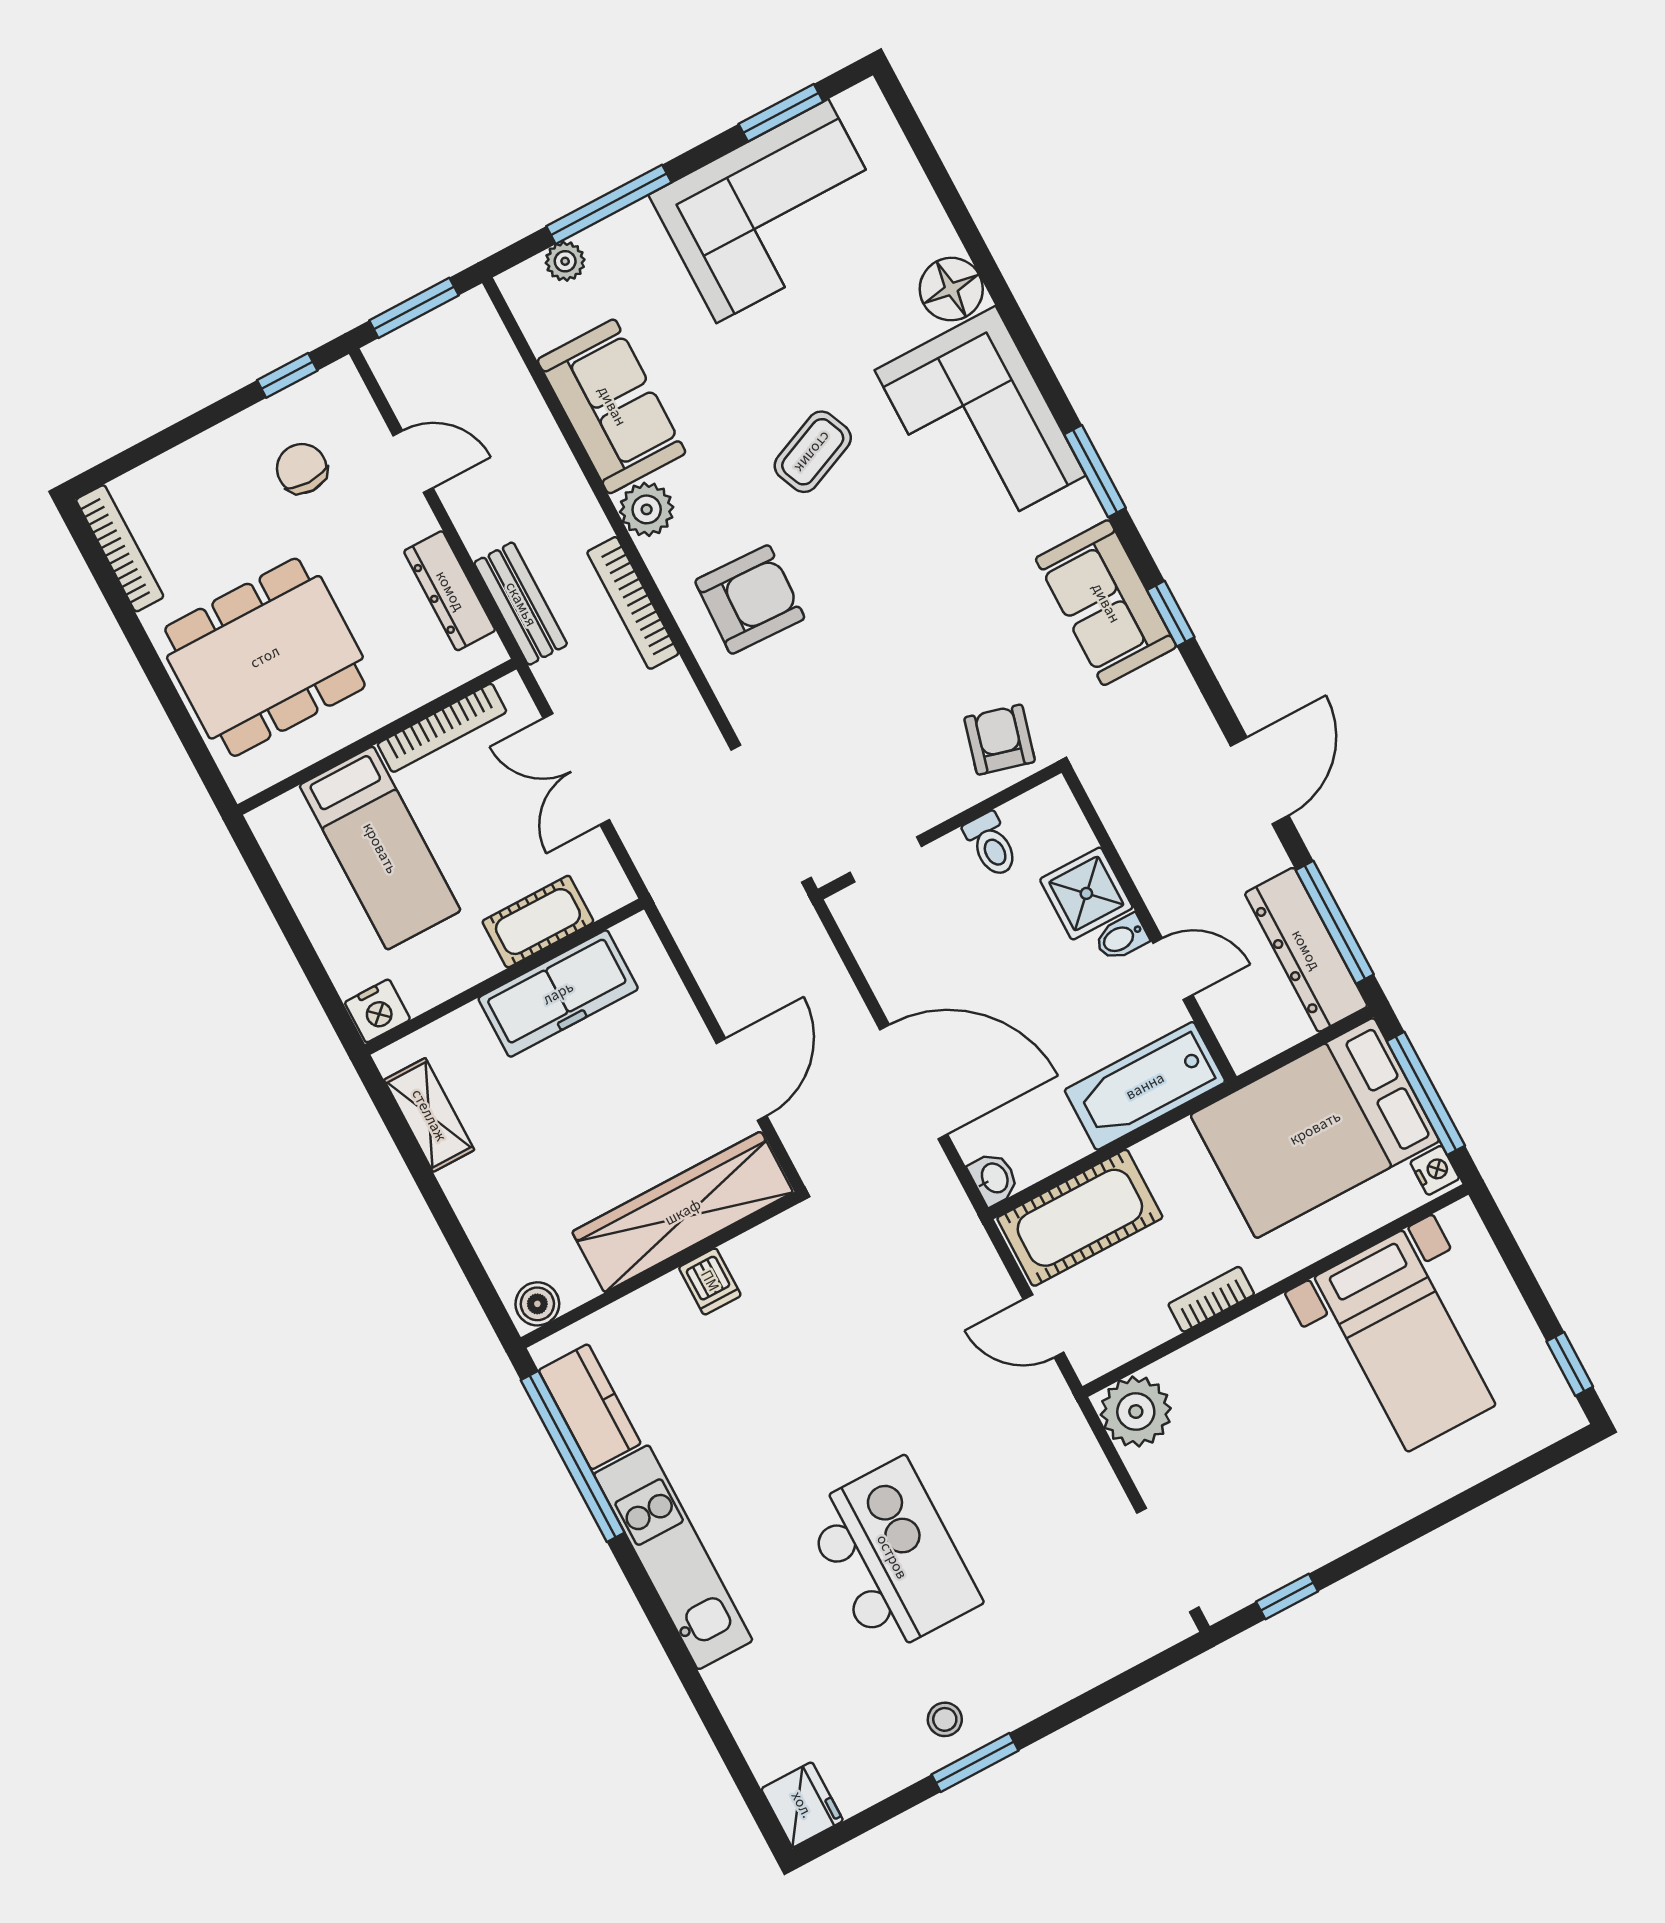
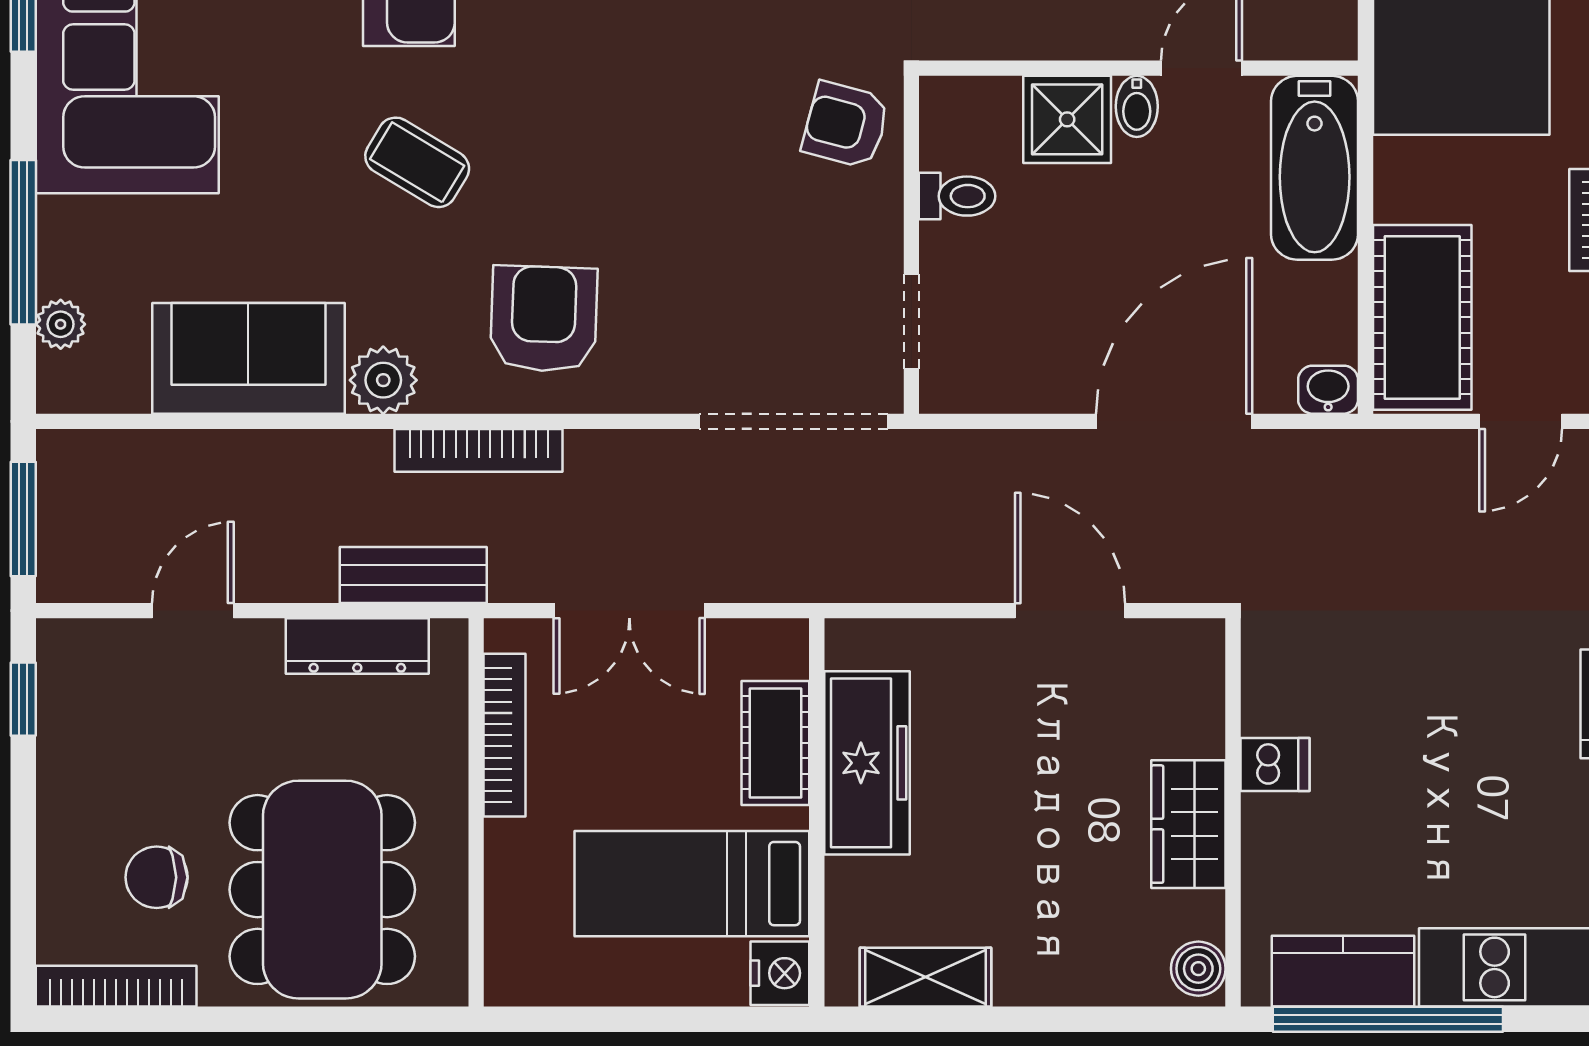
coffee table: (813, 452) -> (417, 162), turned -36
chair: (302, 469) -> (157, 877), moved
bed: (380, 848) -> (692, 884), moved, turned 180
wardrobe: (683, 1212) -> (1188, 824), width x0.48, depth x0.85

